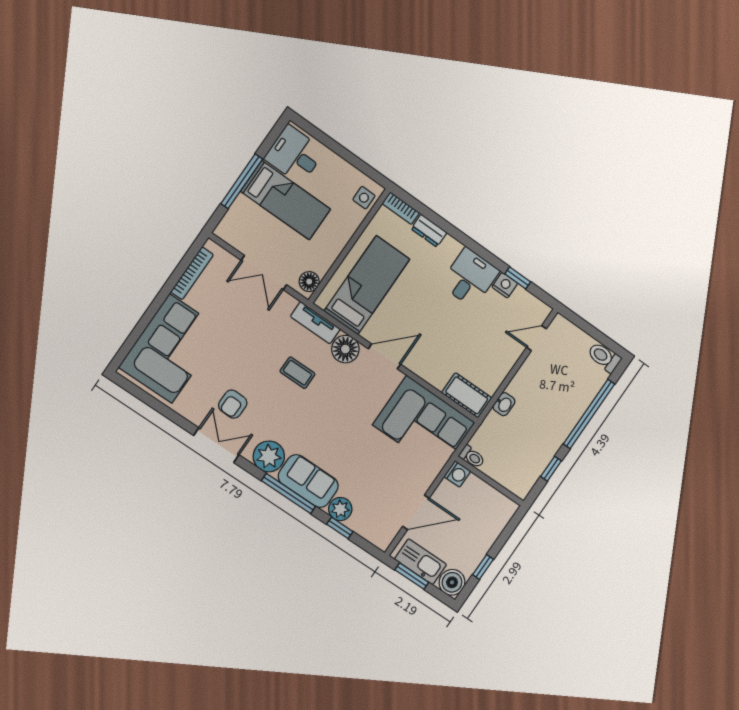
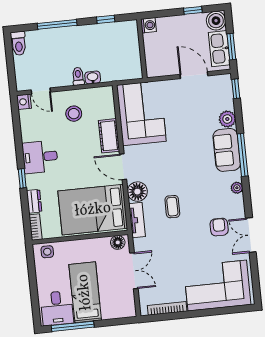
window: (242, 181) -> (73, 326), moved
window: (518, 278) -> (22, 178), moved
bed: (367, 285) -> (93, 210), width x1.50
nightstand: (505, 285) -> (24, 102), moved
stool: (484, 352) -> (74, 114), added
cot: (467, 395) -> (109, 136), moved
armchair: (233, 404) -> (219, 227), turned -91
window: (589, 414) -> (57, 24), width x0.68
double door: (216, 445) -> (251, 235), moved
plant: (269, 456) -> (237, 188), width x0.53, depth x0.53
toilet: (472, 457) -> (78, 76), moved
washing machine: (457, 474) -> (149, 25), moved, turned 90
window: (340, 528) -> (236, 89), moved

